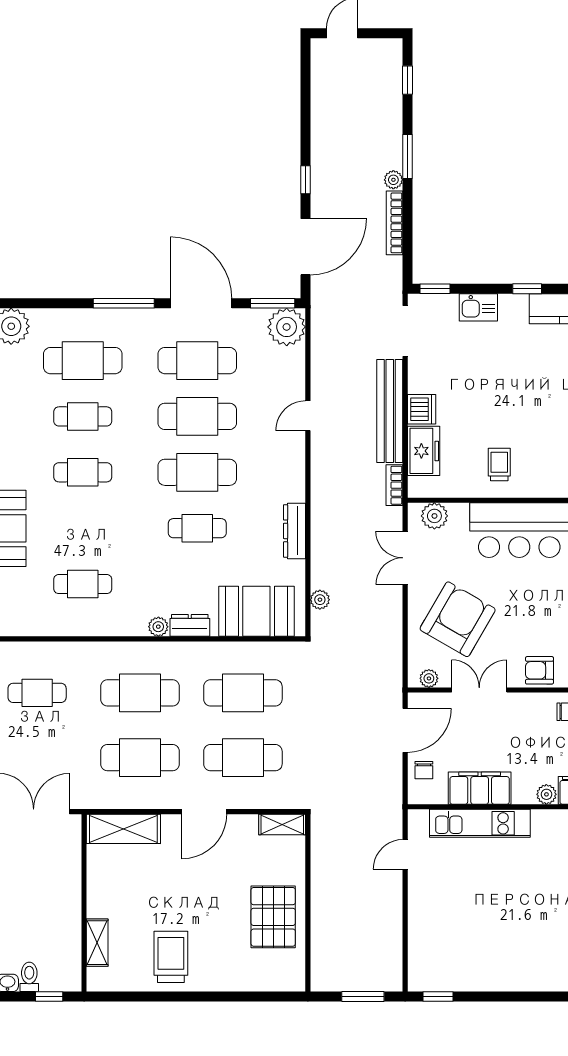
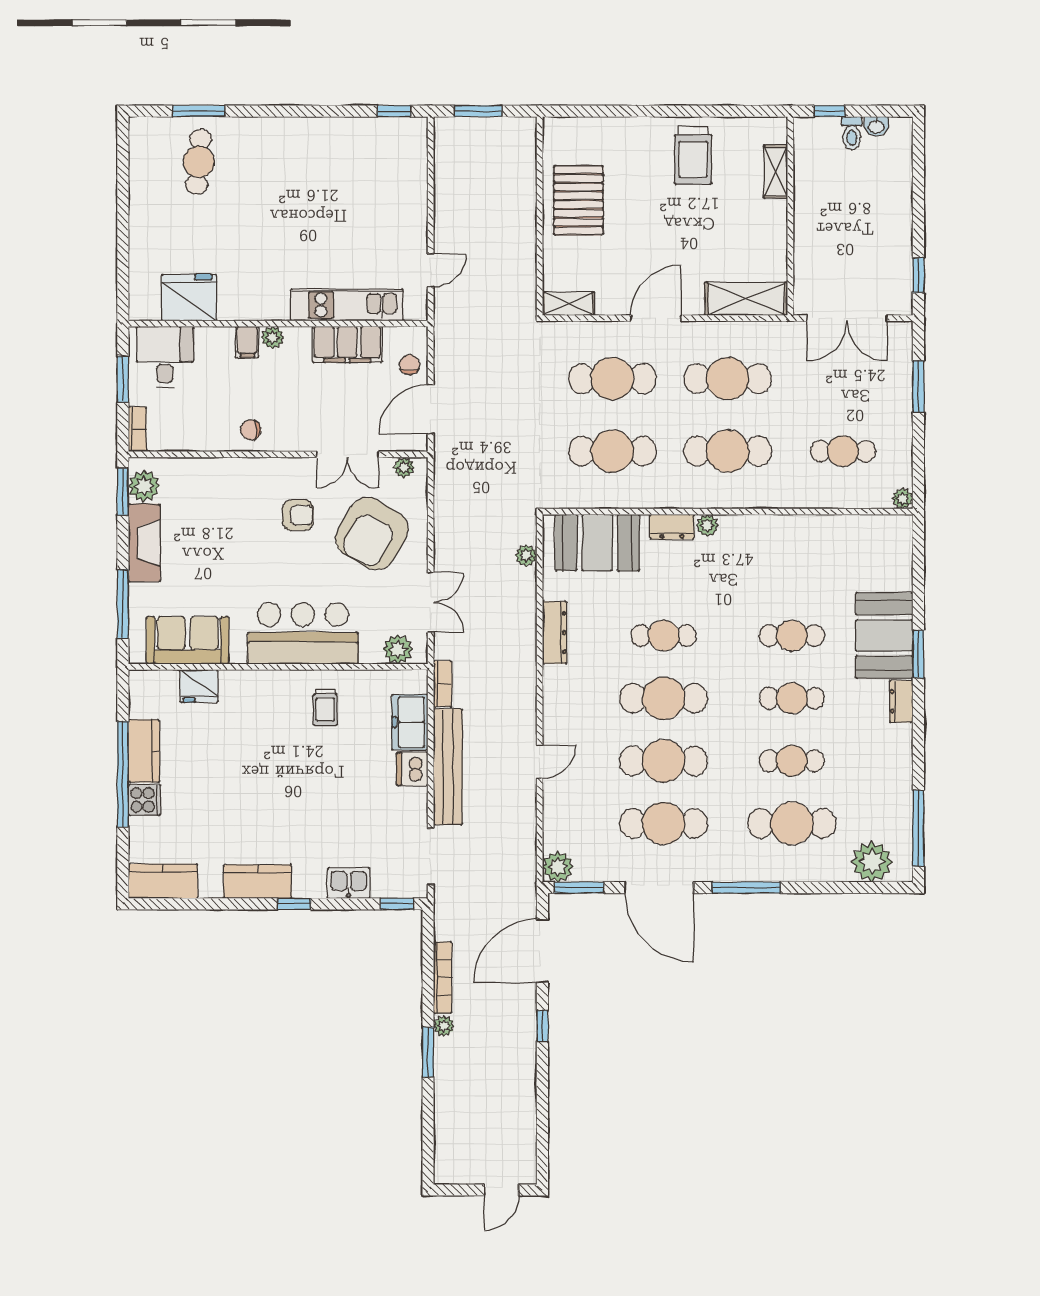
window: (408, 80) -> (428, 1138), removed
plant: (287, 327) -> (558, 867), width x0.73, depth x0.73
cafe table: (83, 584) -> (792, 636), moved
armchair: (539, 670) -> (298, 515), moved

